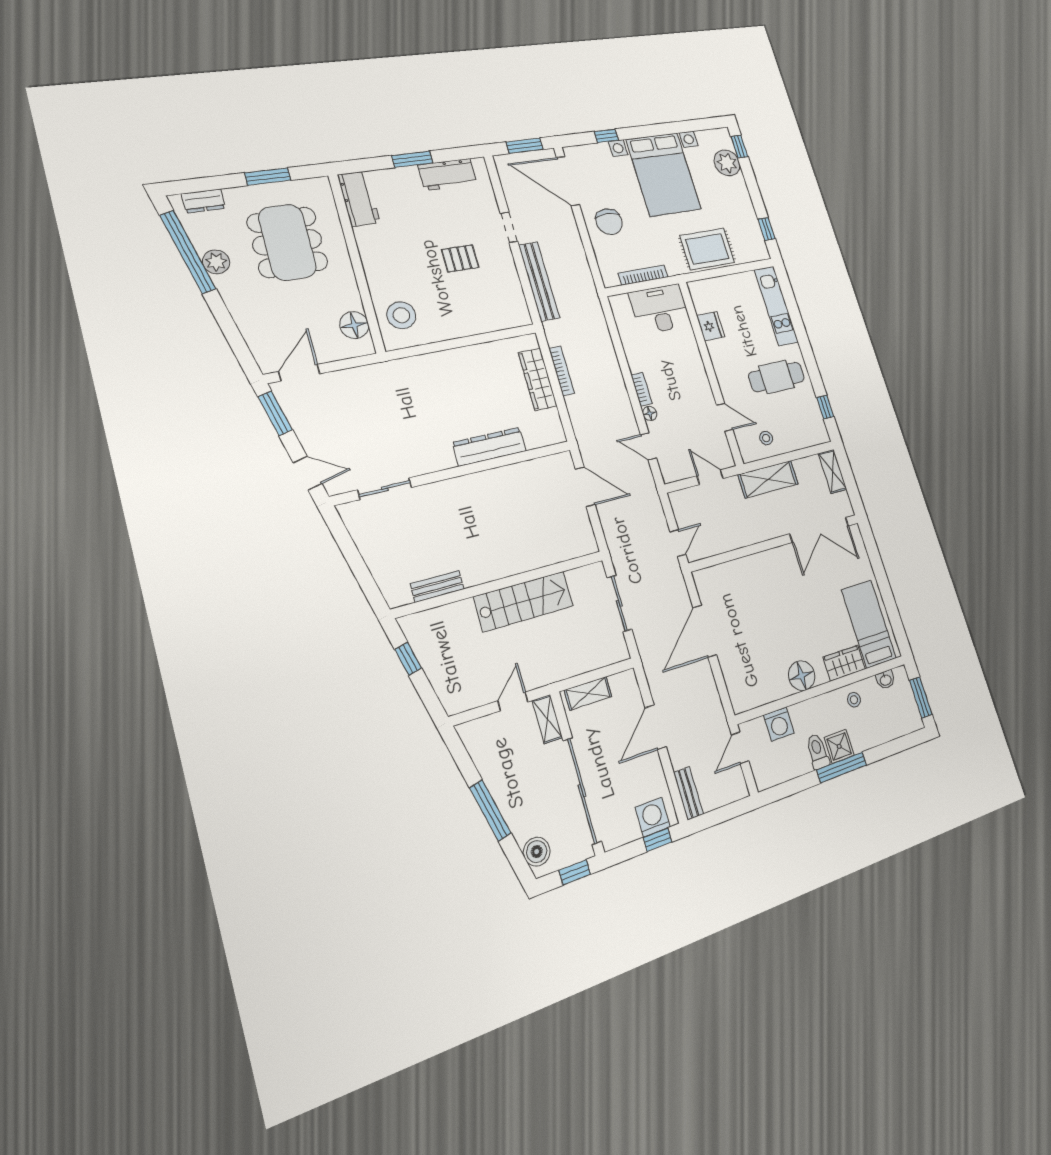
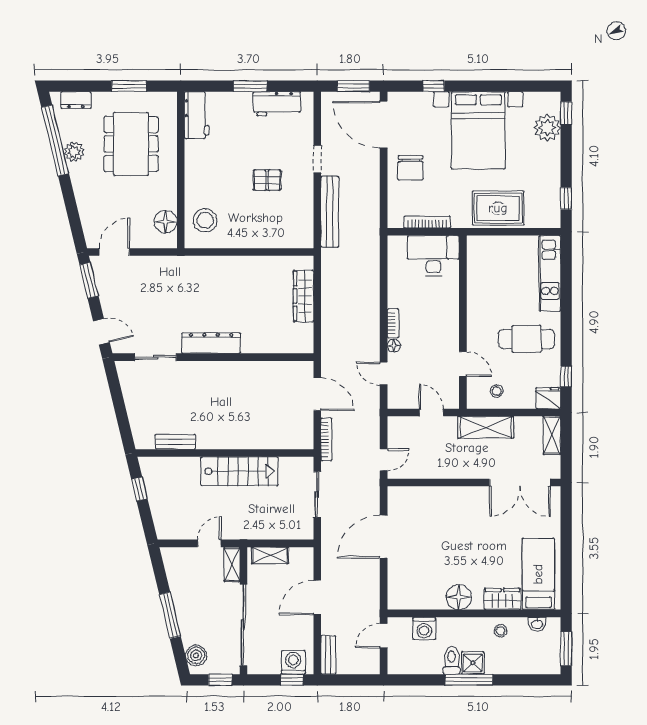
fridge: (711, 326) -> (548, 398), moved, turned -90
bookcase: (562, 371) -> (326, 439), moved
dresser: (489, 447) -> (211, 343), moved

